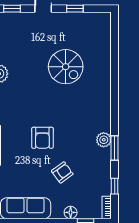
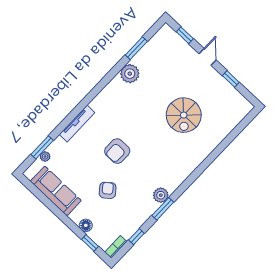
armchair: (62, 172) -> (108, 190), turned -93

